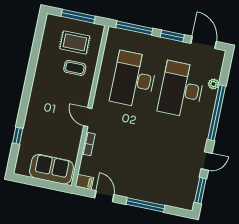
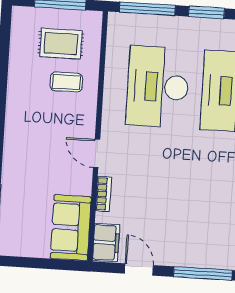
sofa: (51, 169) -> (71, 228), moved, turned -90
filing cabinet: (84, 182) -> (106, 242), width x2.00

